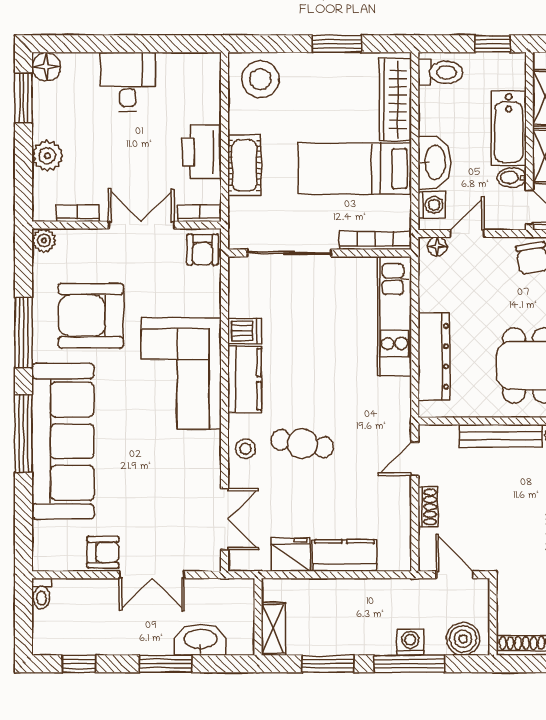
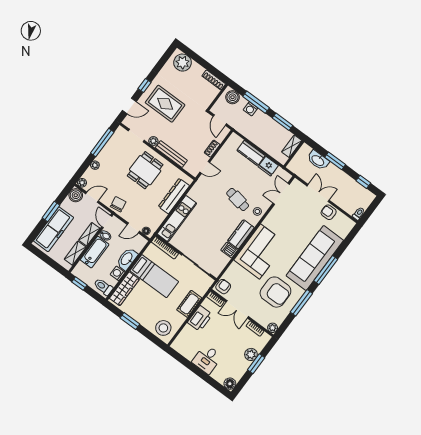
window: (24, 98) -> (256, 364), moved
washing machine: (431, 205) -> (118, 273), moved

